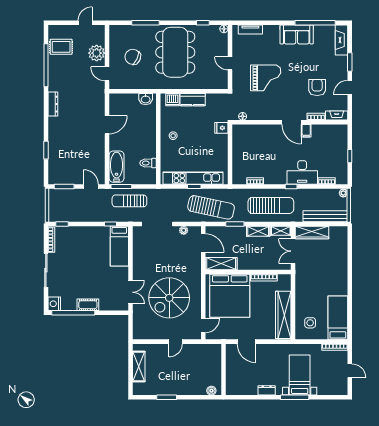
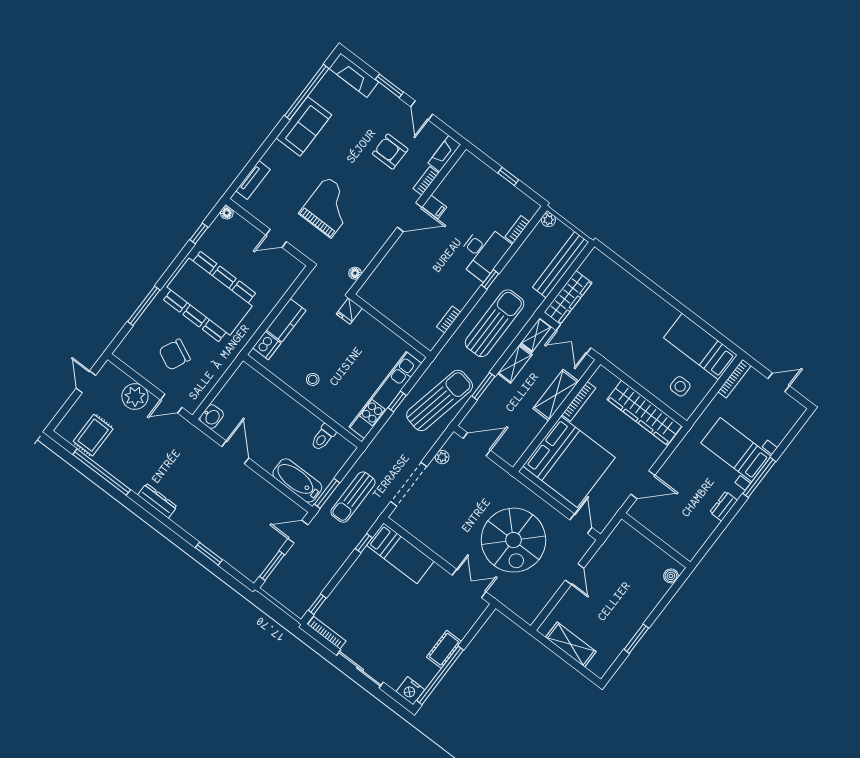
washbasin: (146, 99) -> (212, 417), moved
shelving: (221, 264) -> (556, 395), moved

